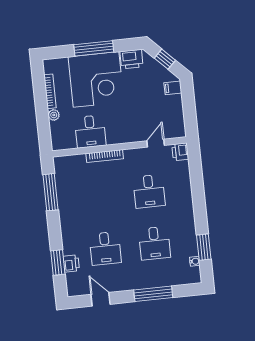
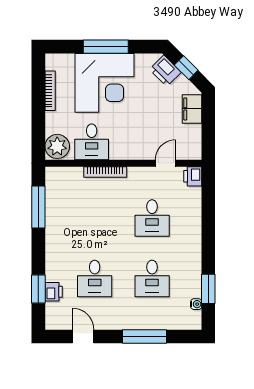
printer: (131, 59) -> (165, 71), moved, turned 45
filing cabinet: (173, 88) -> (192, 109), width x2.00
plant: (54, 115) -> (57, 146), moved, width x1.87, depth x1.87

